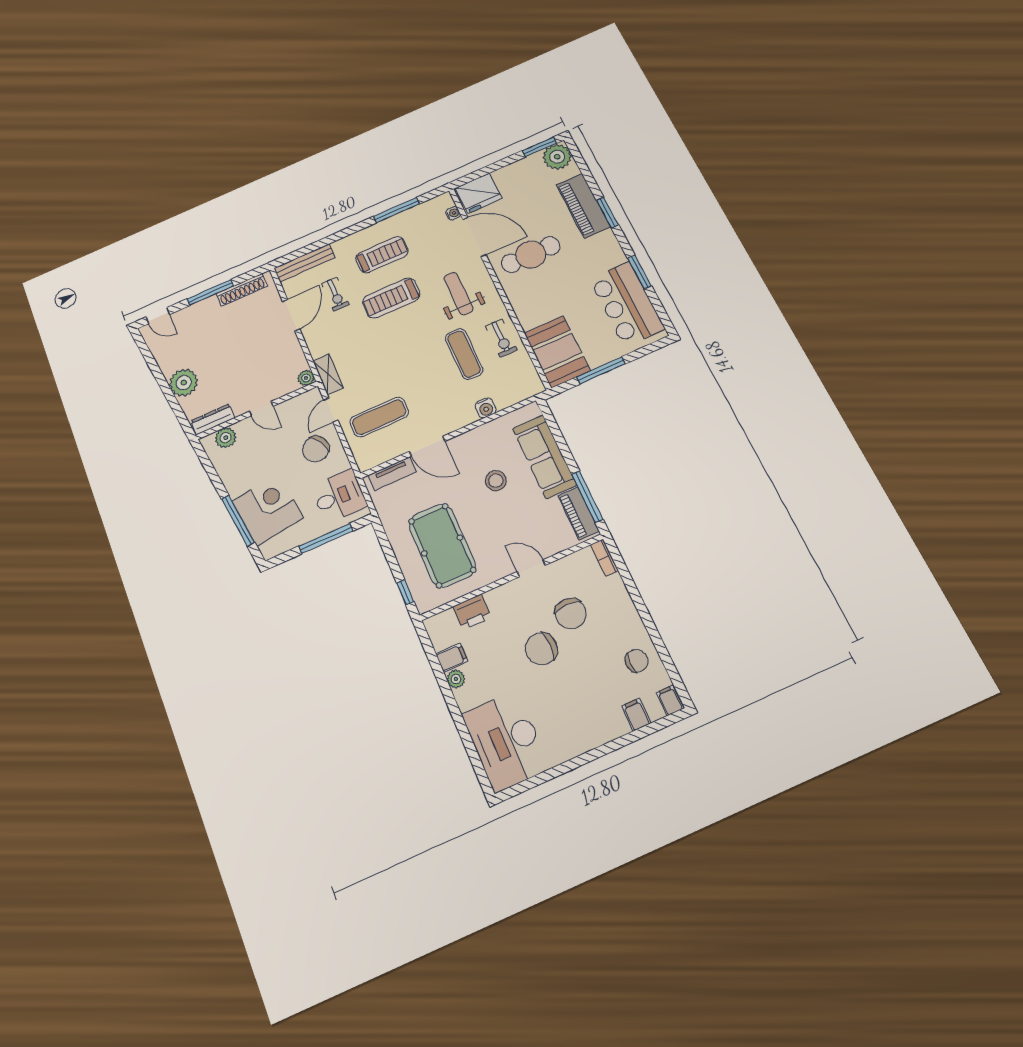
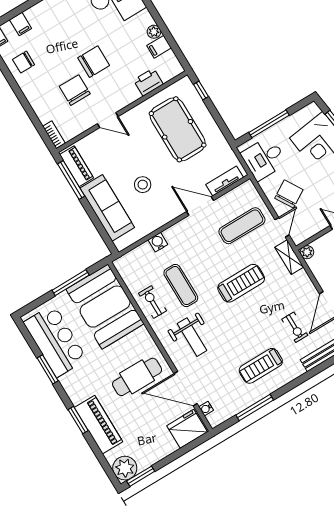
exercise bike: (335, 294) -> (295, 327), turned 180
treadmill: (391, 298) -> (241, 283), moved
booth: (557, 352) -> (105, 307), width x1.36, depth x1.42

